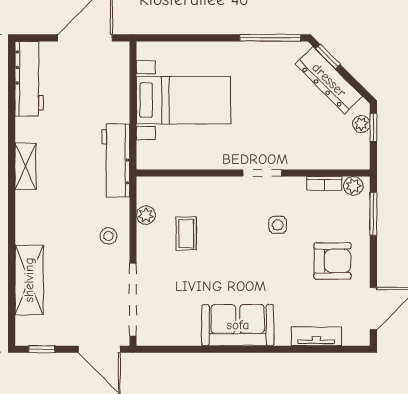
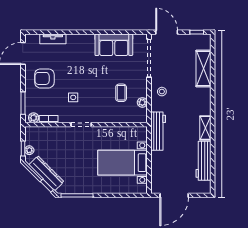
workbench: (29, 79) -> (203, 161), moved
sofa: (238, 325) -> (114, 45), moved

